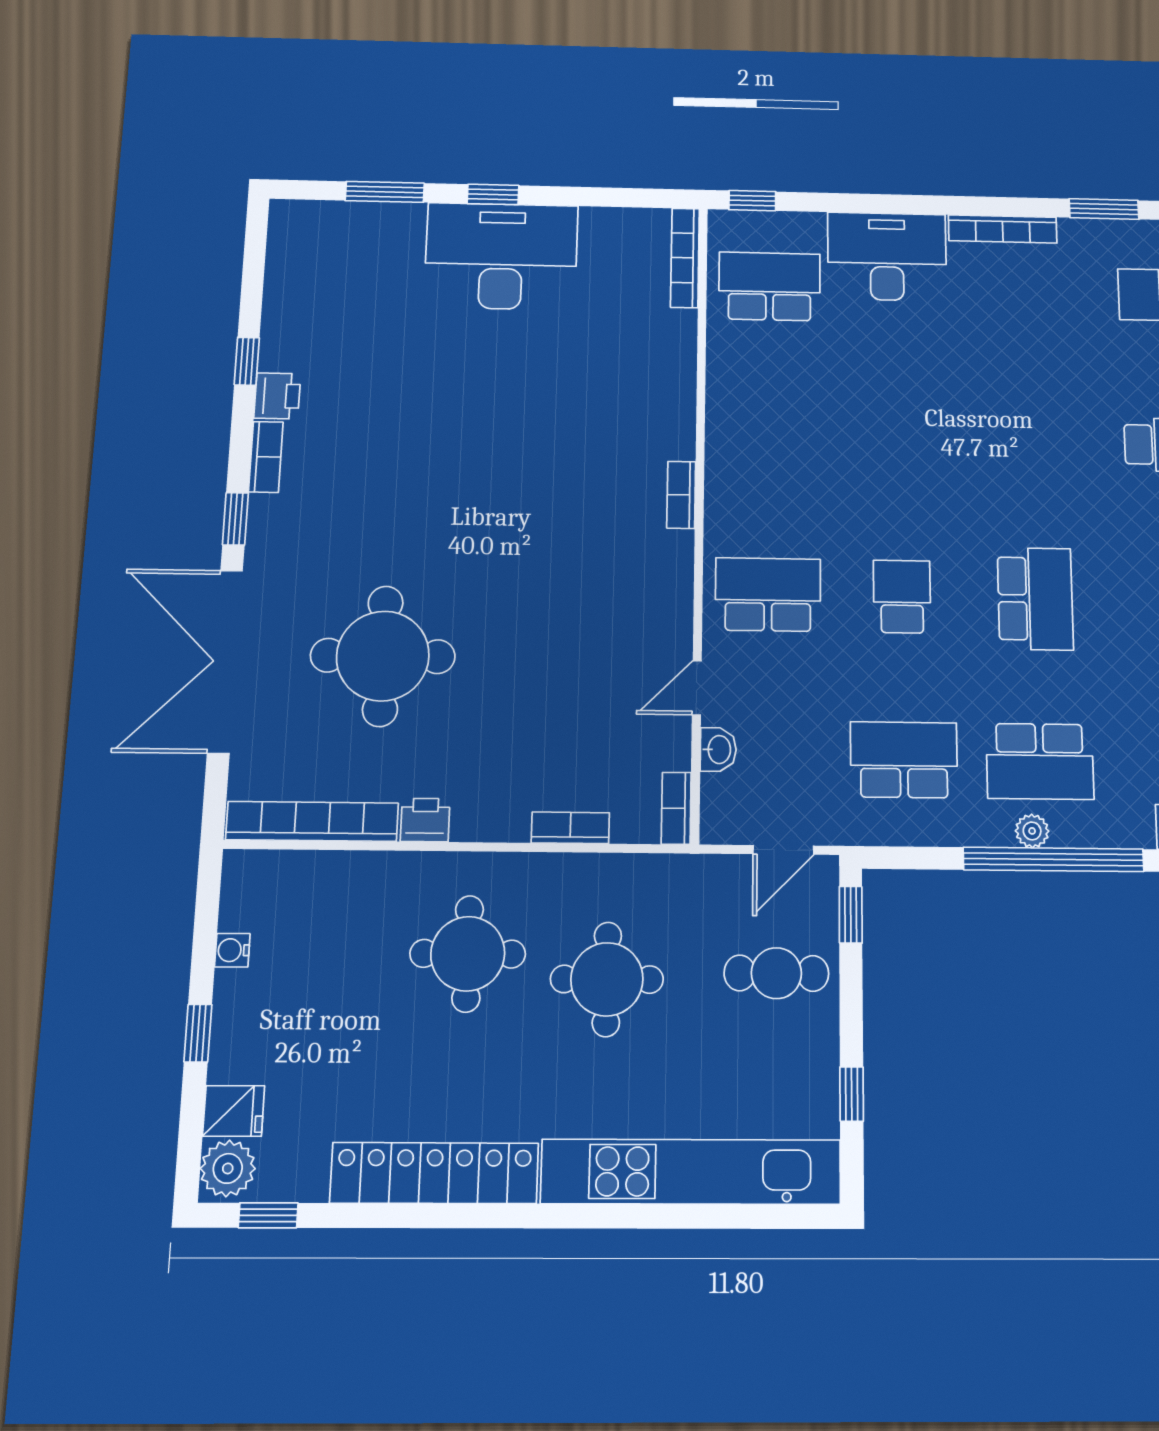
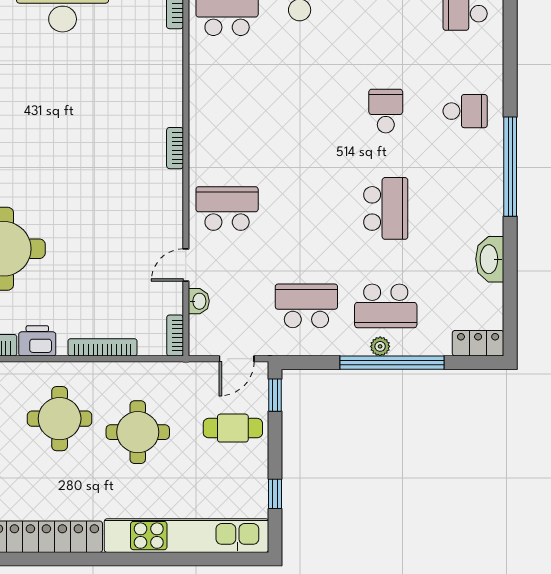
school desk: (902, 597) -> (386, 111), moved
printer: (425, 820) -> (37, 341), width x1.36, depth x1.24
bookcase: (570, 828) -> (103, 347), width x1.56

